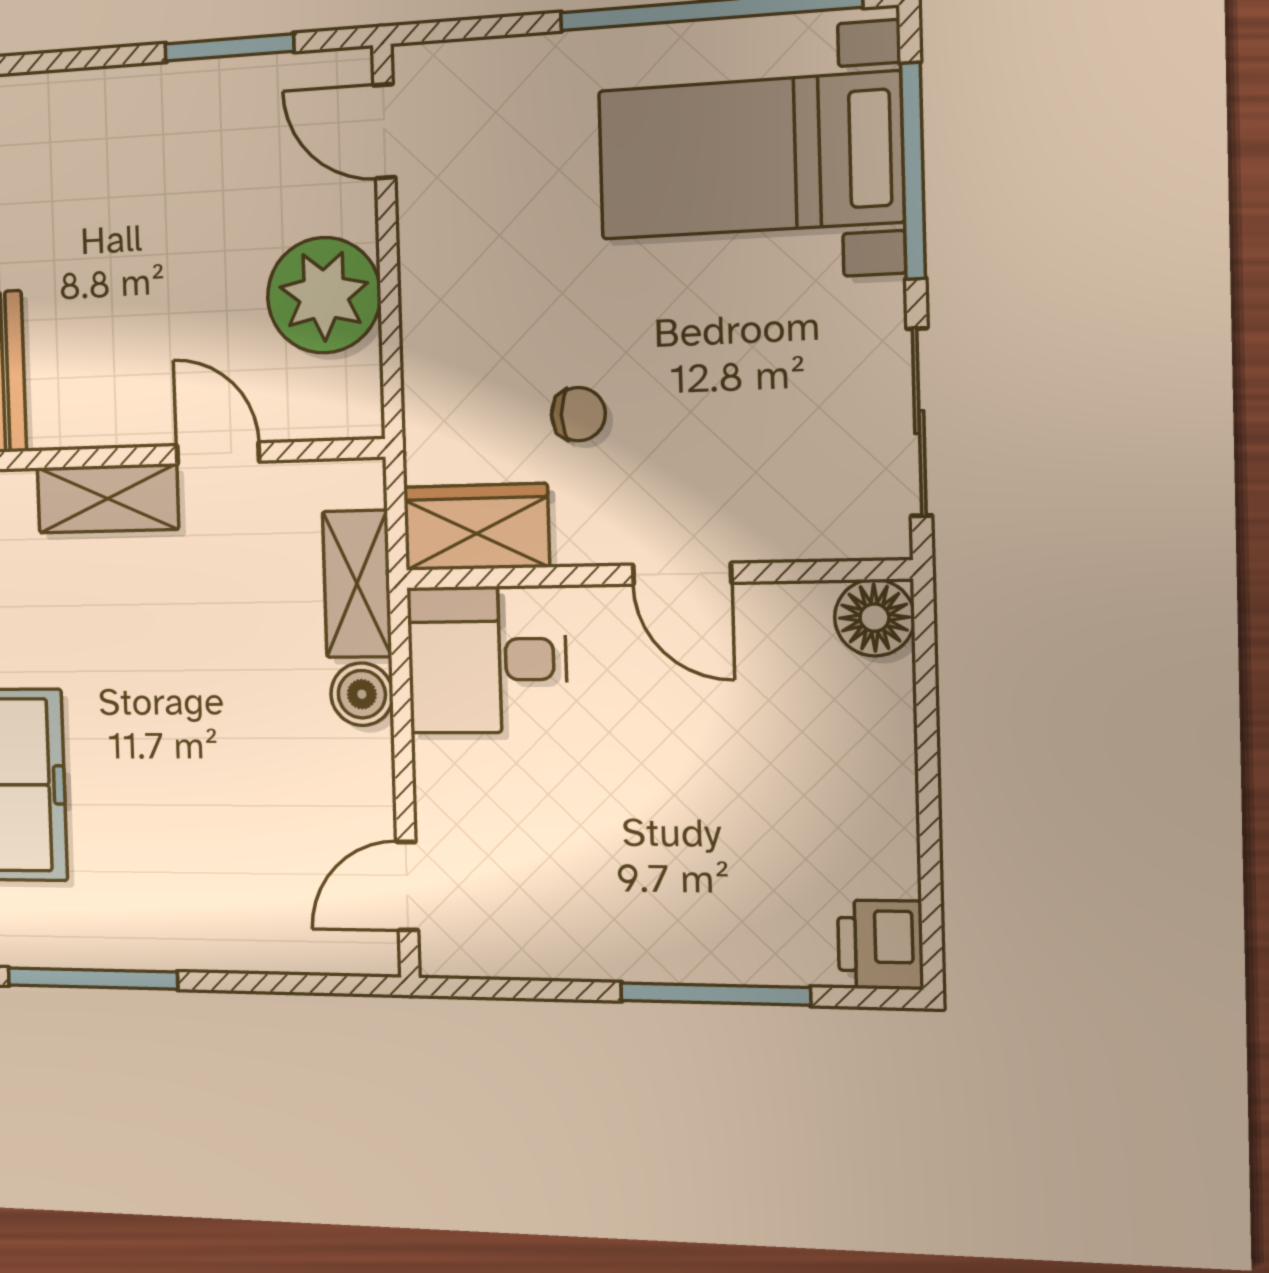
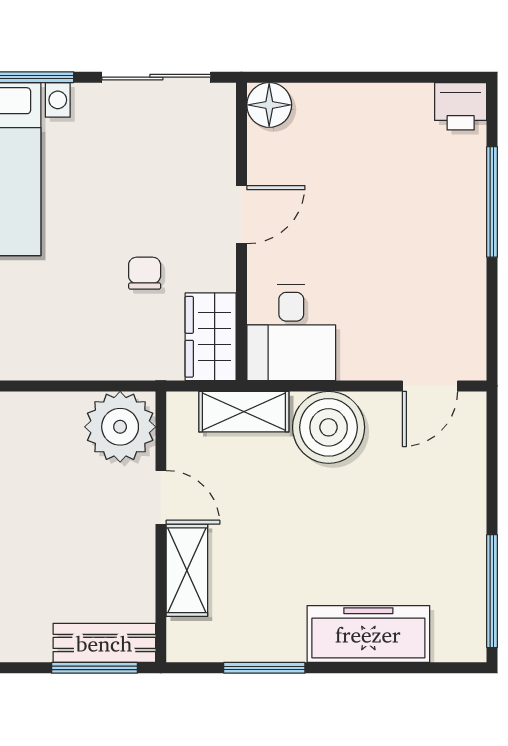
plant: (324, 295) -> (120, 427), moved
door: (218, 453) -> (161, 497), swing flipped
boiler: (362, 694) -> (329, 427), width x1.86, depth x1.86
door: (407, 886) -> (430, 386), hinge flipped

